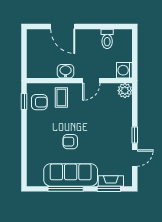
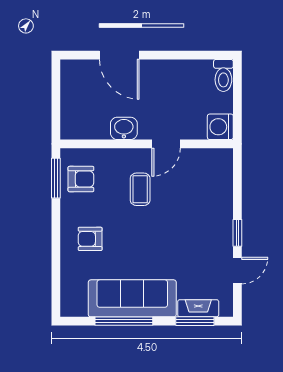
toilet: (107, 39) -> (223, 75), moved
plant: (125, 91) -> (221, 160), removed
coffee table: (61, 97) -> (140, 189), moved
window: (24, 102) -> (56, 178), width x1.50
armchair: (70, 142) -> (90, 239), moved

